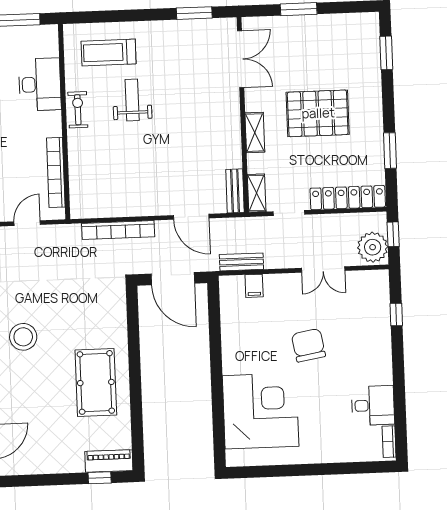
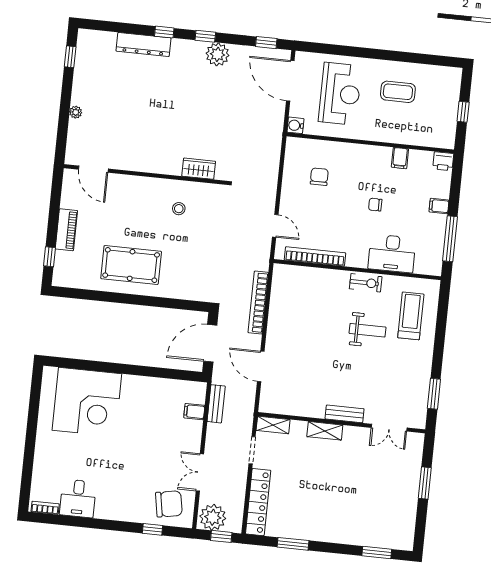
double door: (241, 59) -> (389, 428), width x0.73
pallet: (318, 113) -> (334, 487), removed
bench: (235, 191) -> (345, 414), moved
door: (191, 217) -> (261, 366), hinge flipped
stool: (23, 337) -> (179, 209), width x0.53, depth x0.53
chair: (308, 345) -> (169, 504), moved
piano: (109, 461) -> (66, 230), moved

